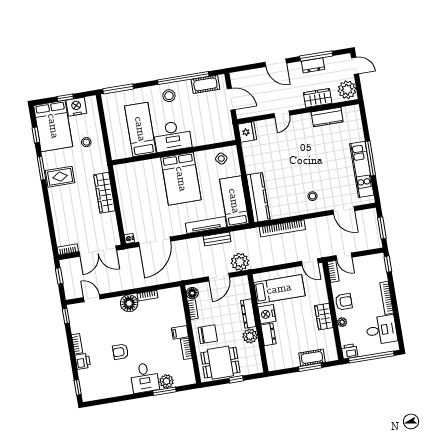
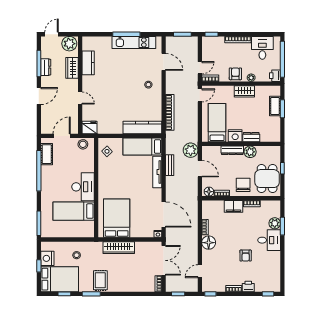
stool: (169, 96) -> (83, 144), moved
bed: (181, 179) -> (117, 218), moved, turned -90
door: (344, 210) -> (164, 62), hinge flipped
filing cabinet: (180, 332) -> (234, 206), width x2.00

